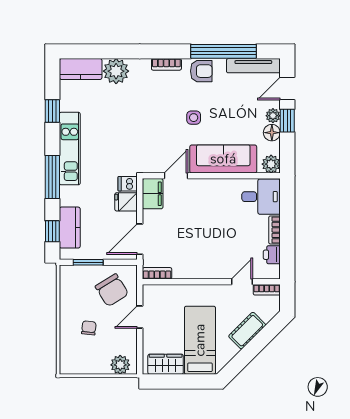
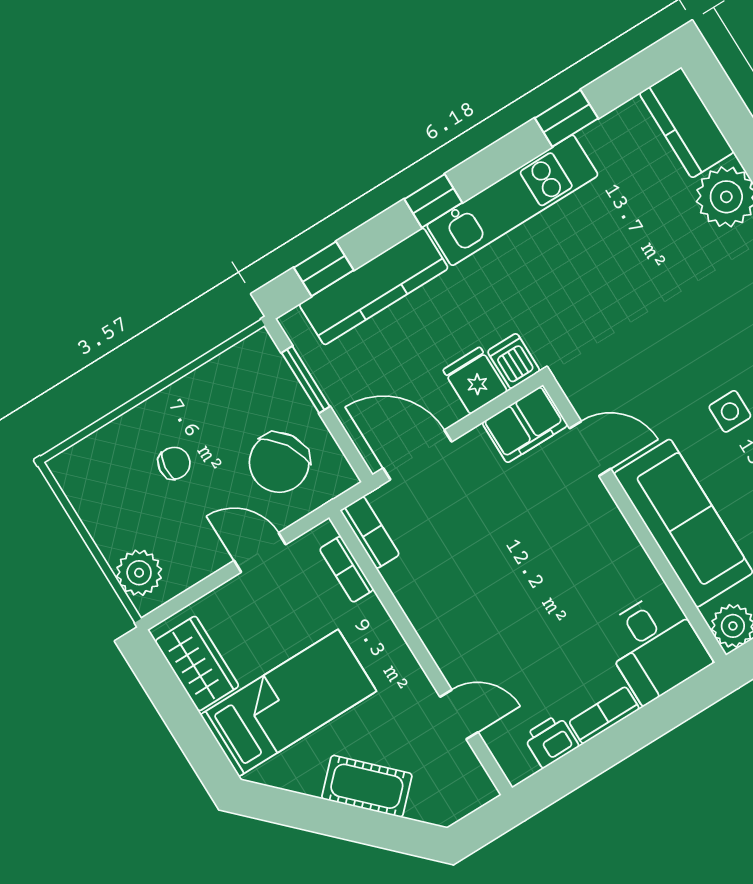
window: (52, 177) -> (433, 201), width x0.46
kitchen counter: (70, 228) -> (374, 286), width x1.50
bookcase: (267, 290) -> (347, 569), moved

